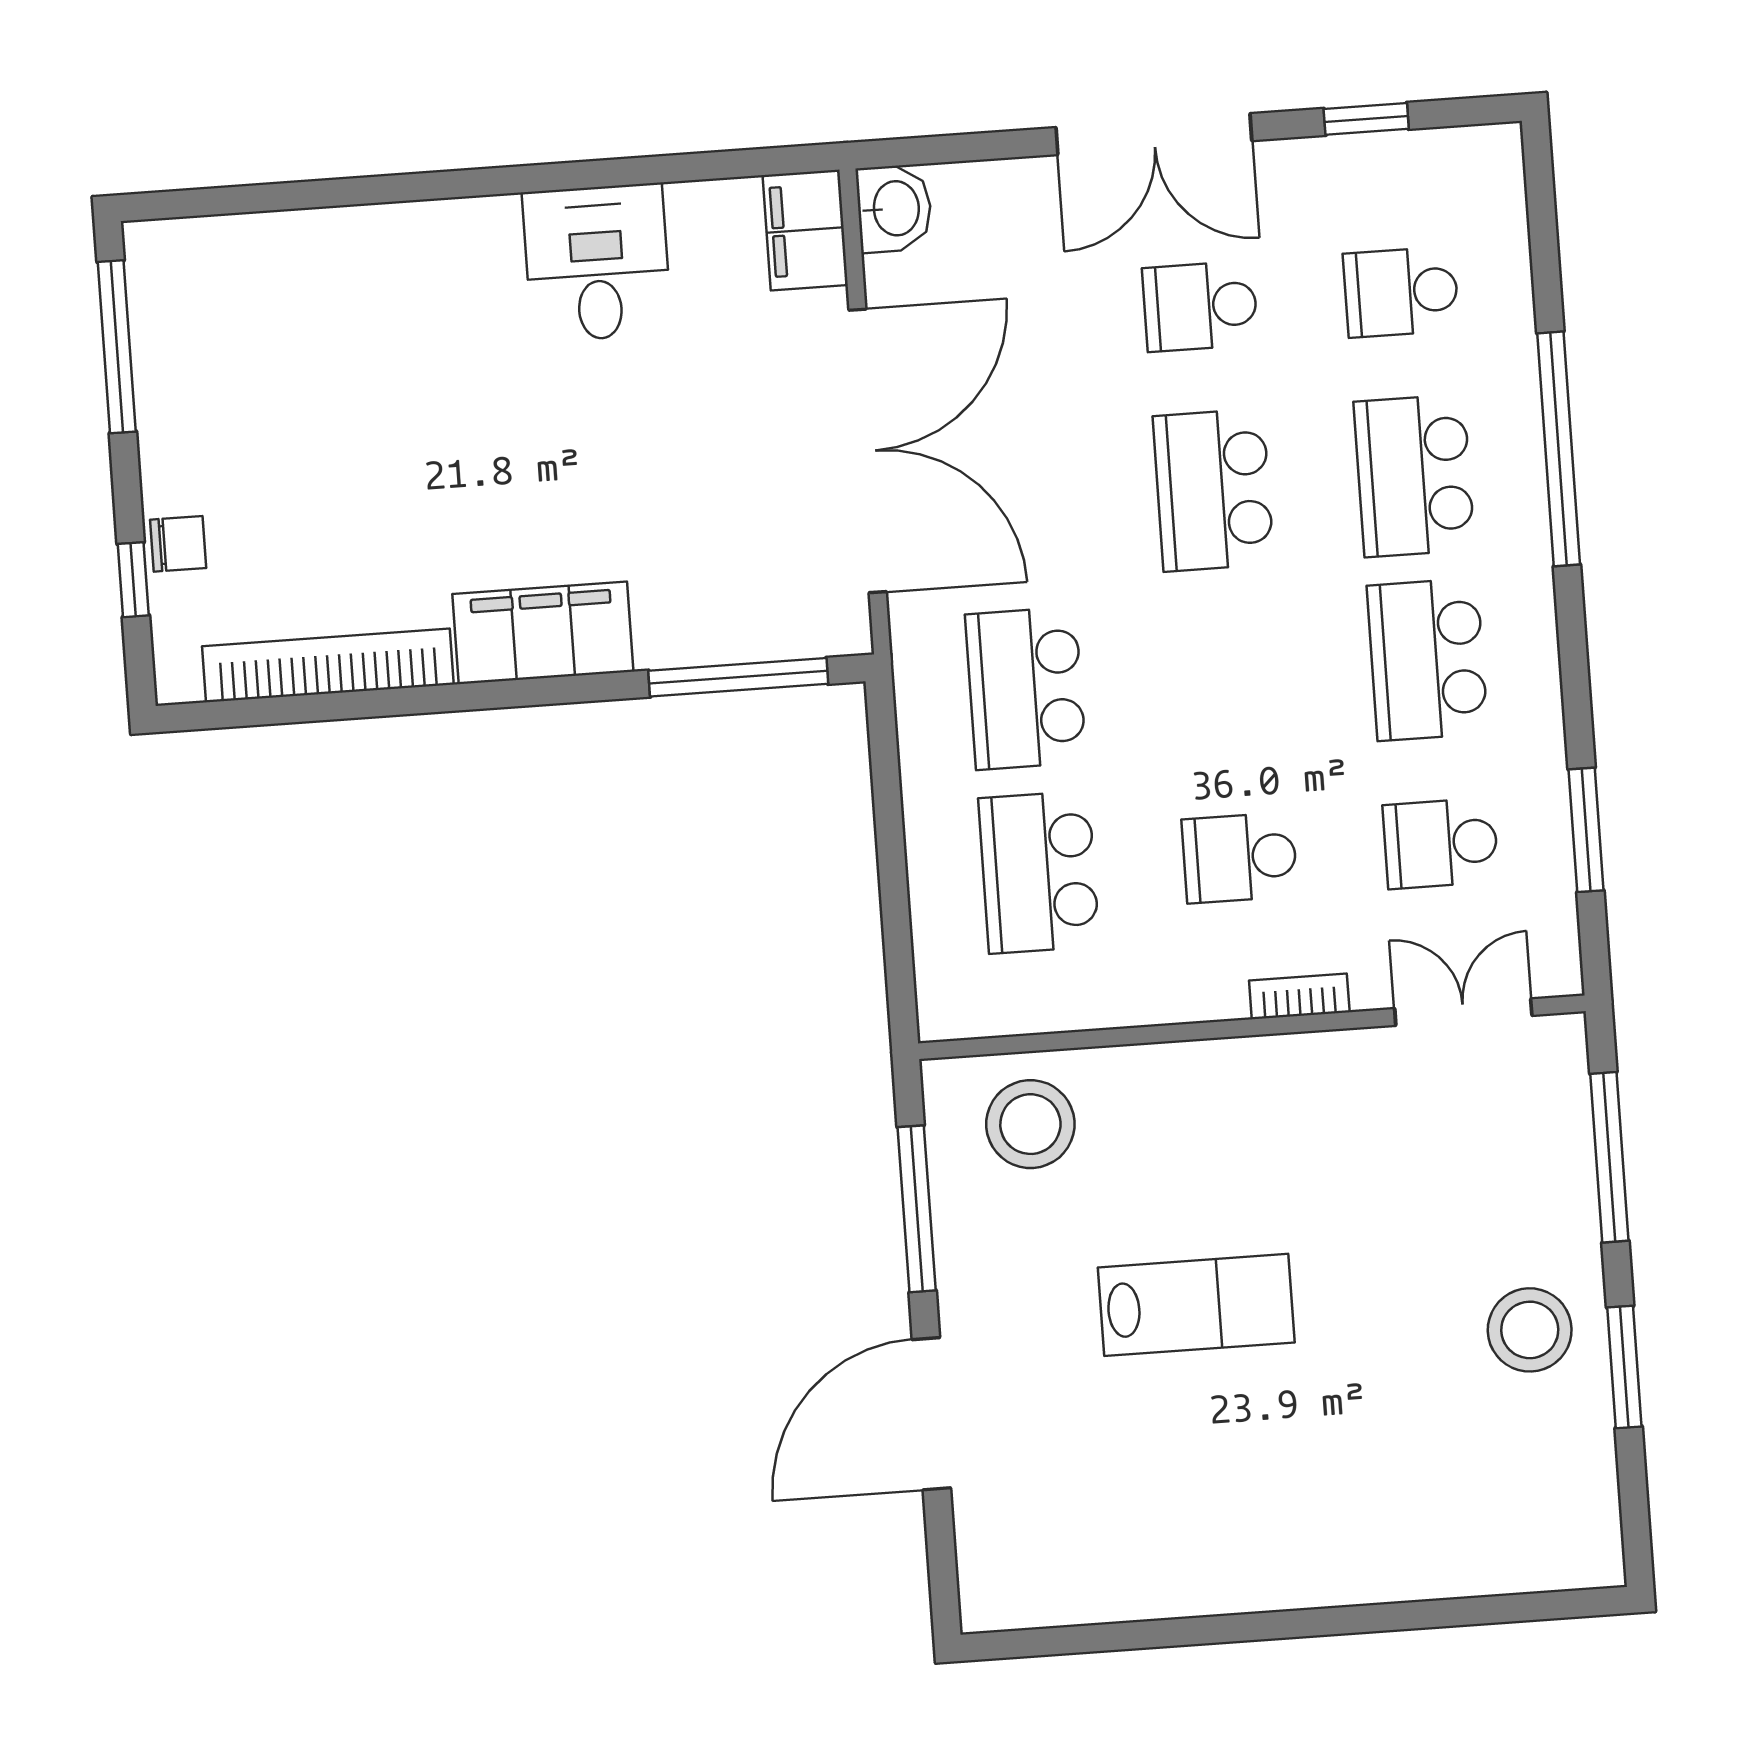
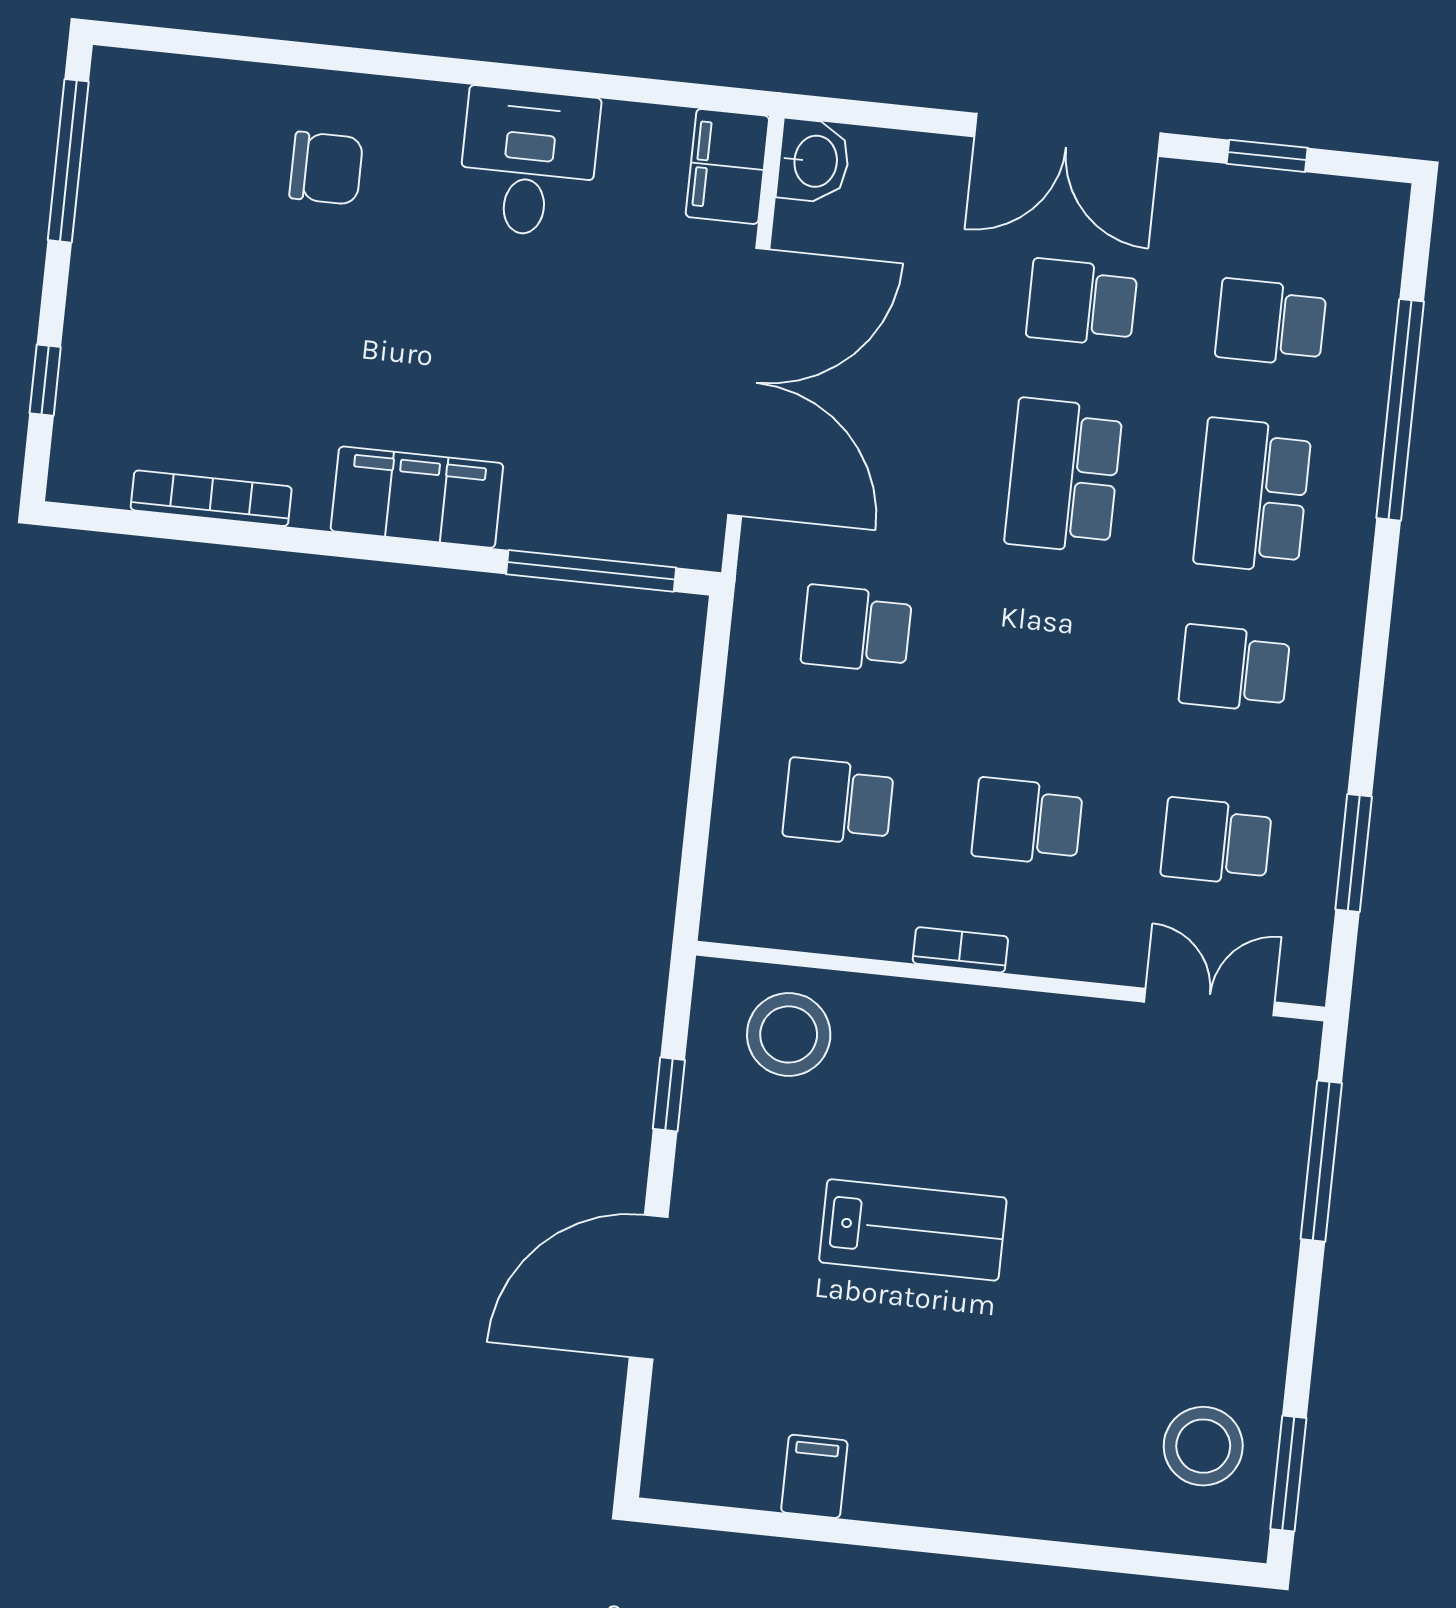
window: (1559, 449) -> (1400, 410), moved
chair: (178, 544) -> (326, 168), moved, width x1.37, depth x1.37
school desk: (1427, 660) -> (1234, 668), width x0.54
bookcase: (328, 665) -> (211, 498), width x0.68, depth x0.76
school desk: (1026, 688) -> (856, 629), width x0.54
school desk: (1039, 872) -> (838, 802), width x0.54
bookcase: (1299, 996) -> (960, 950), moved
window: (917, 1209) -> (669, 1094), width x0.46
stool: (1530, 1330) -> (1203, 1446), moved
window: (1624, 1367) -> (1288, 1474), moved
filing cabinet: (1139, 1580) -> (814, 1476), added

